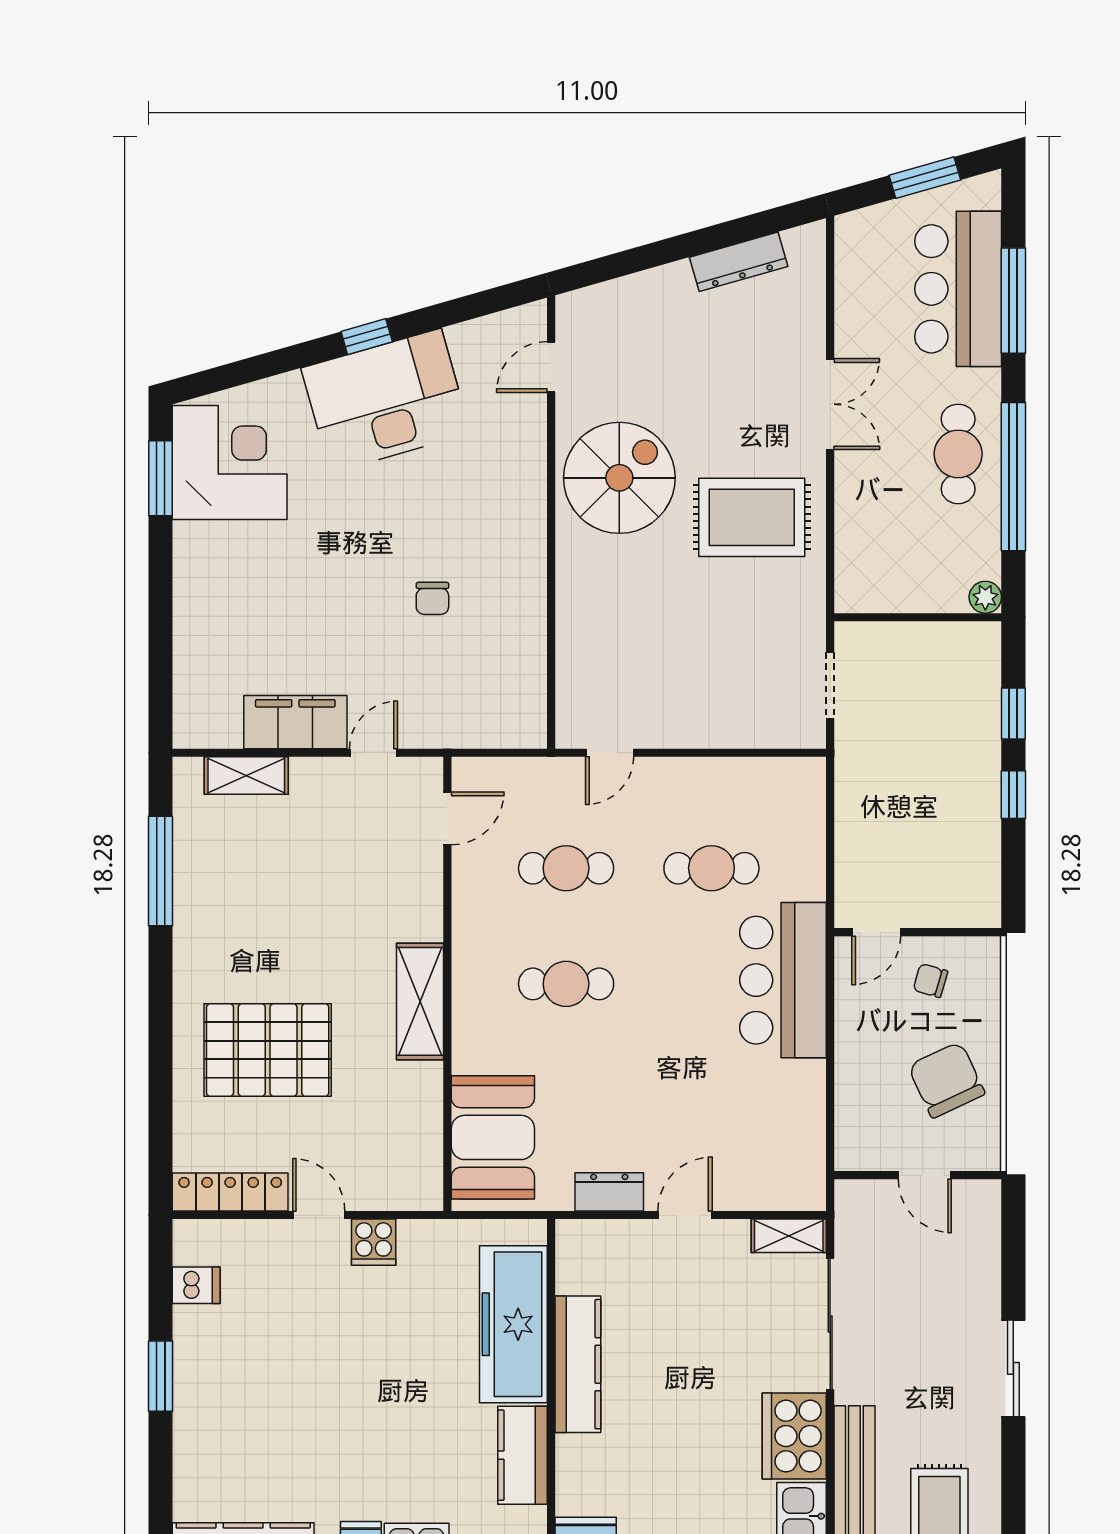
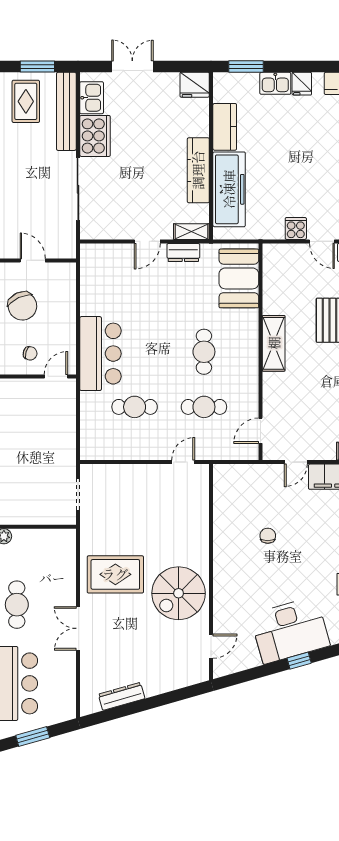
cafe table: (566, 984) -> (204, 352), turned 90
shelving: (789, 1236) -> (191, 232), moved

